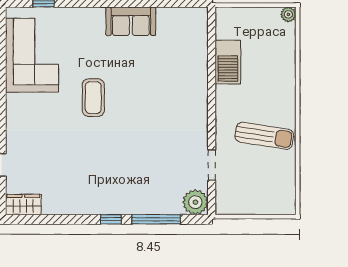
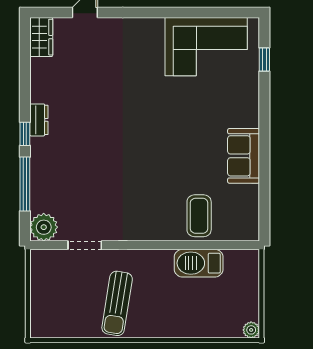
coffee table: (93, 98) -> (199, 216), moved, turned 90
dresser: (98, 207) -> (39, 120), added

